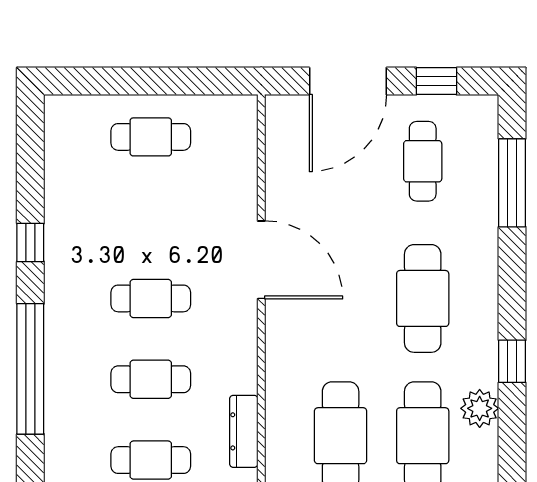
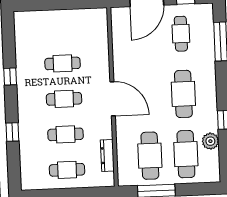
cafe table: (151, 137) -> (63, 63), moved
door: (261, 260) -> (113, 99), moved
window: (30, 369) -> (12, 132), width x0.32

